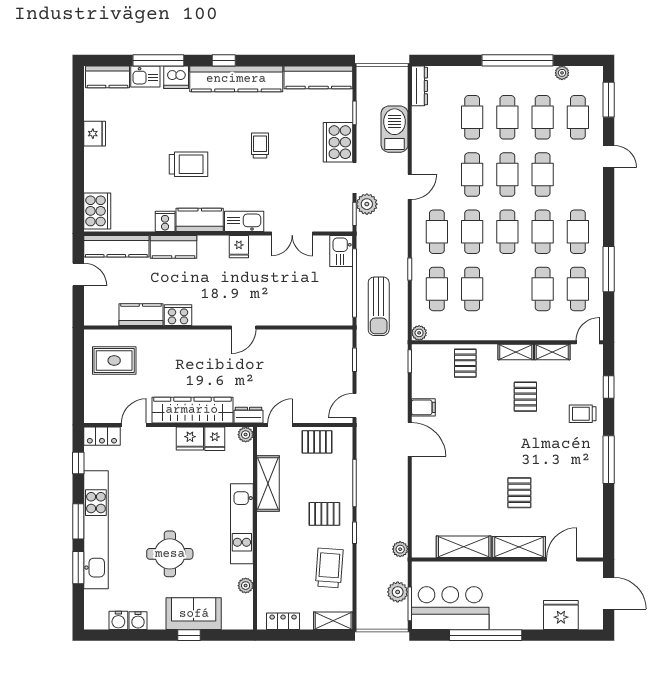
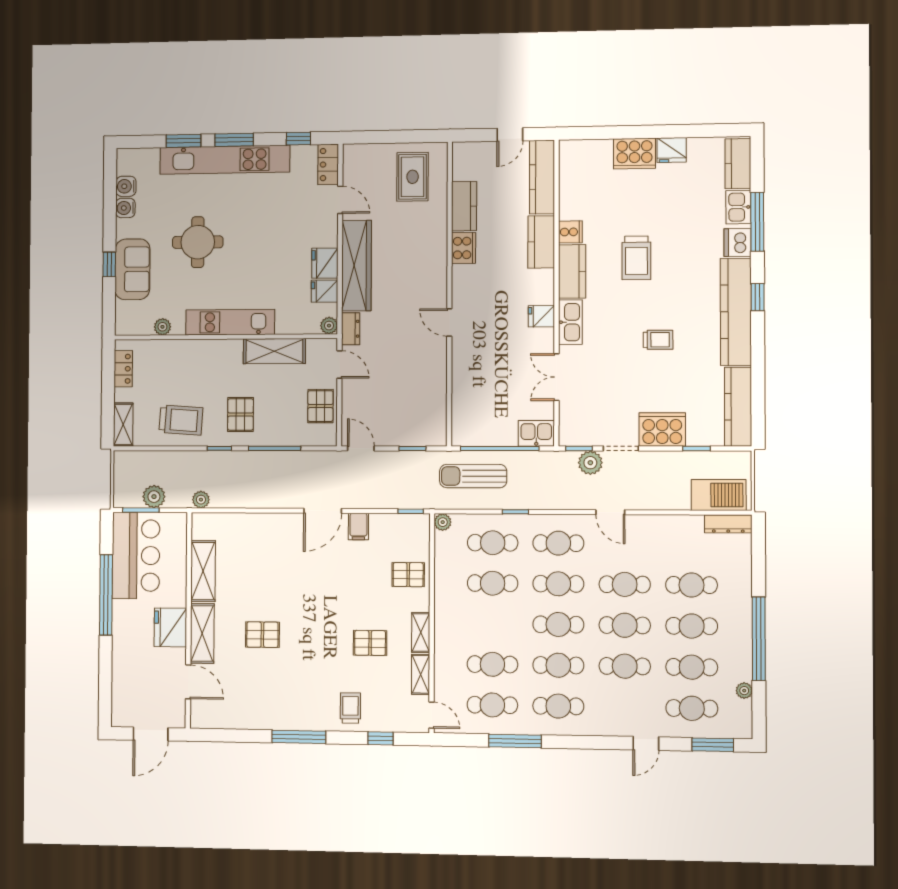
barbecue: (395, 129) -> (719, 495), moved
cooker: (97, 211) -> (634, 154), moved
fridge: (561, 615) -> (170, 627), moved, turned 180

